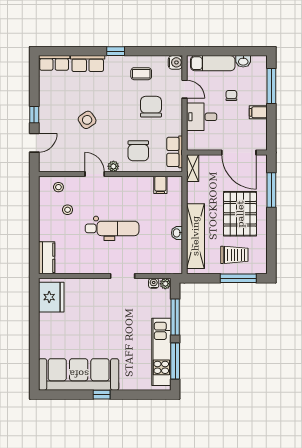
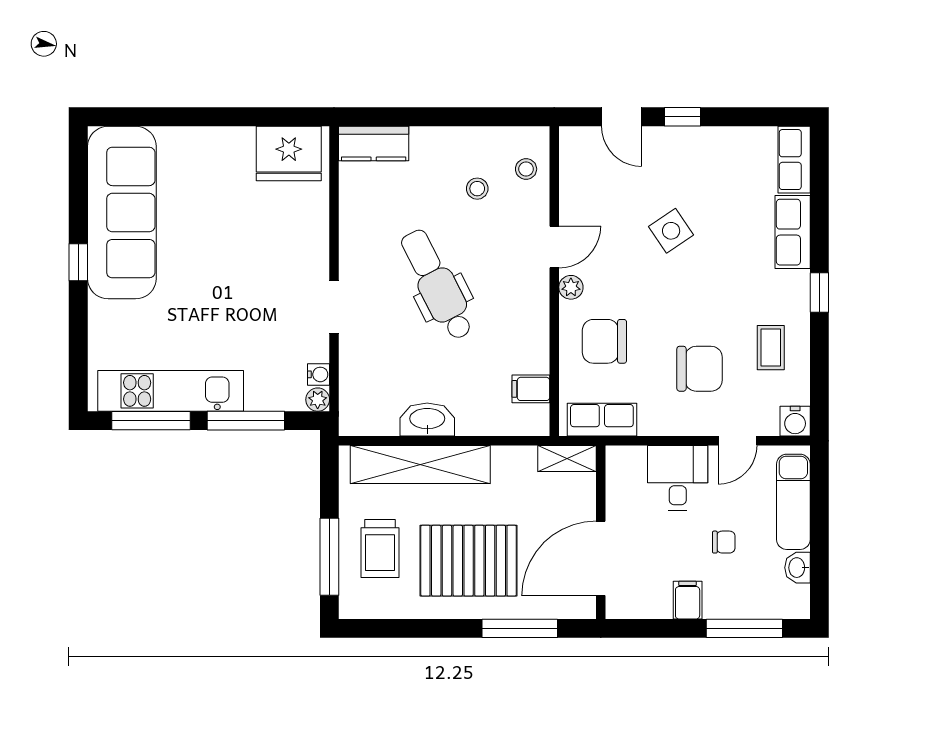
dental chair: (112, 228) -> (437, 285), turned 153
washbasin: (177, 233) -> (427, 420), width x1.91, depth x1.45

